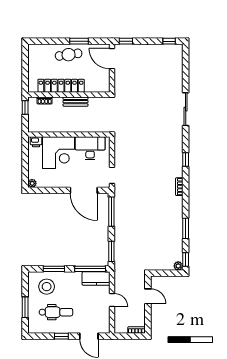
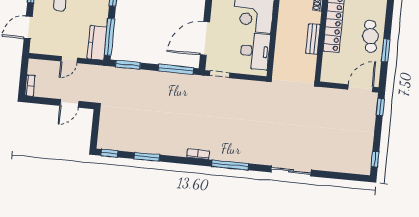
window: (186, 159) -> (230, 165), width x2.17
plant: (178, 266) -> (102, 144), removed

